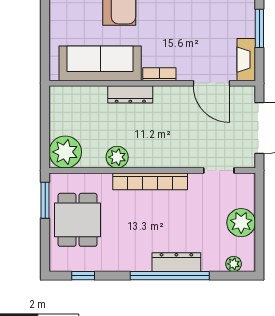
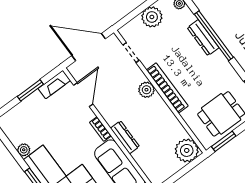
plant: (117, 157) -> (146, 90), moved

